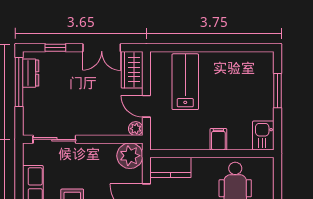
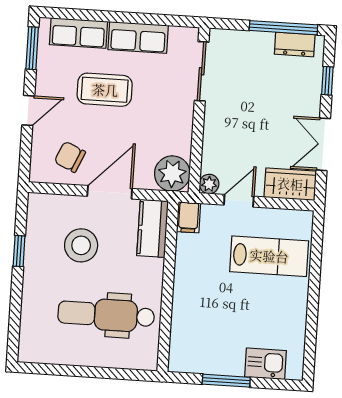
window: (277, 91) -> (226, 381), moved
kitchen sink: (263, 135) -> (266, 364), moved
filing cabinet: (218, 139) -> (189, 217), moved, turned 90

